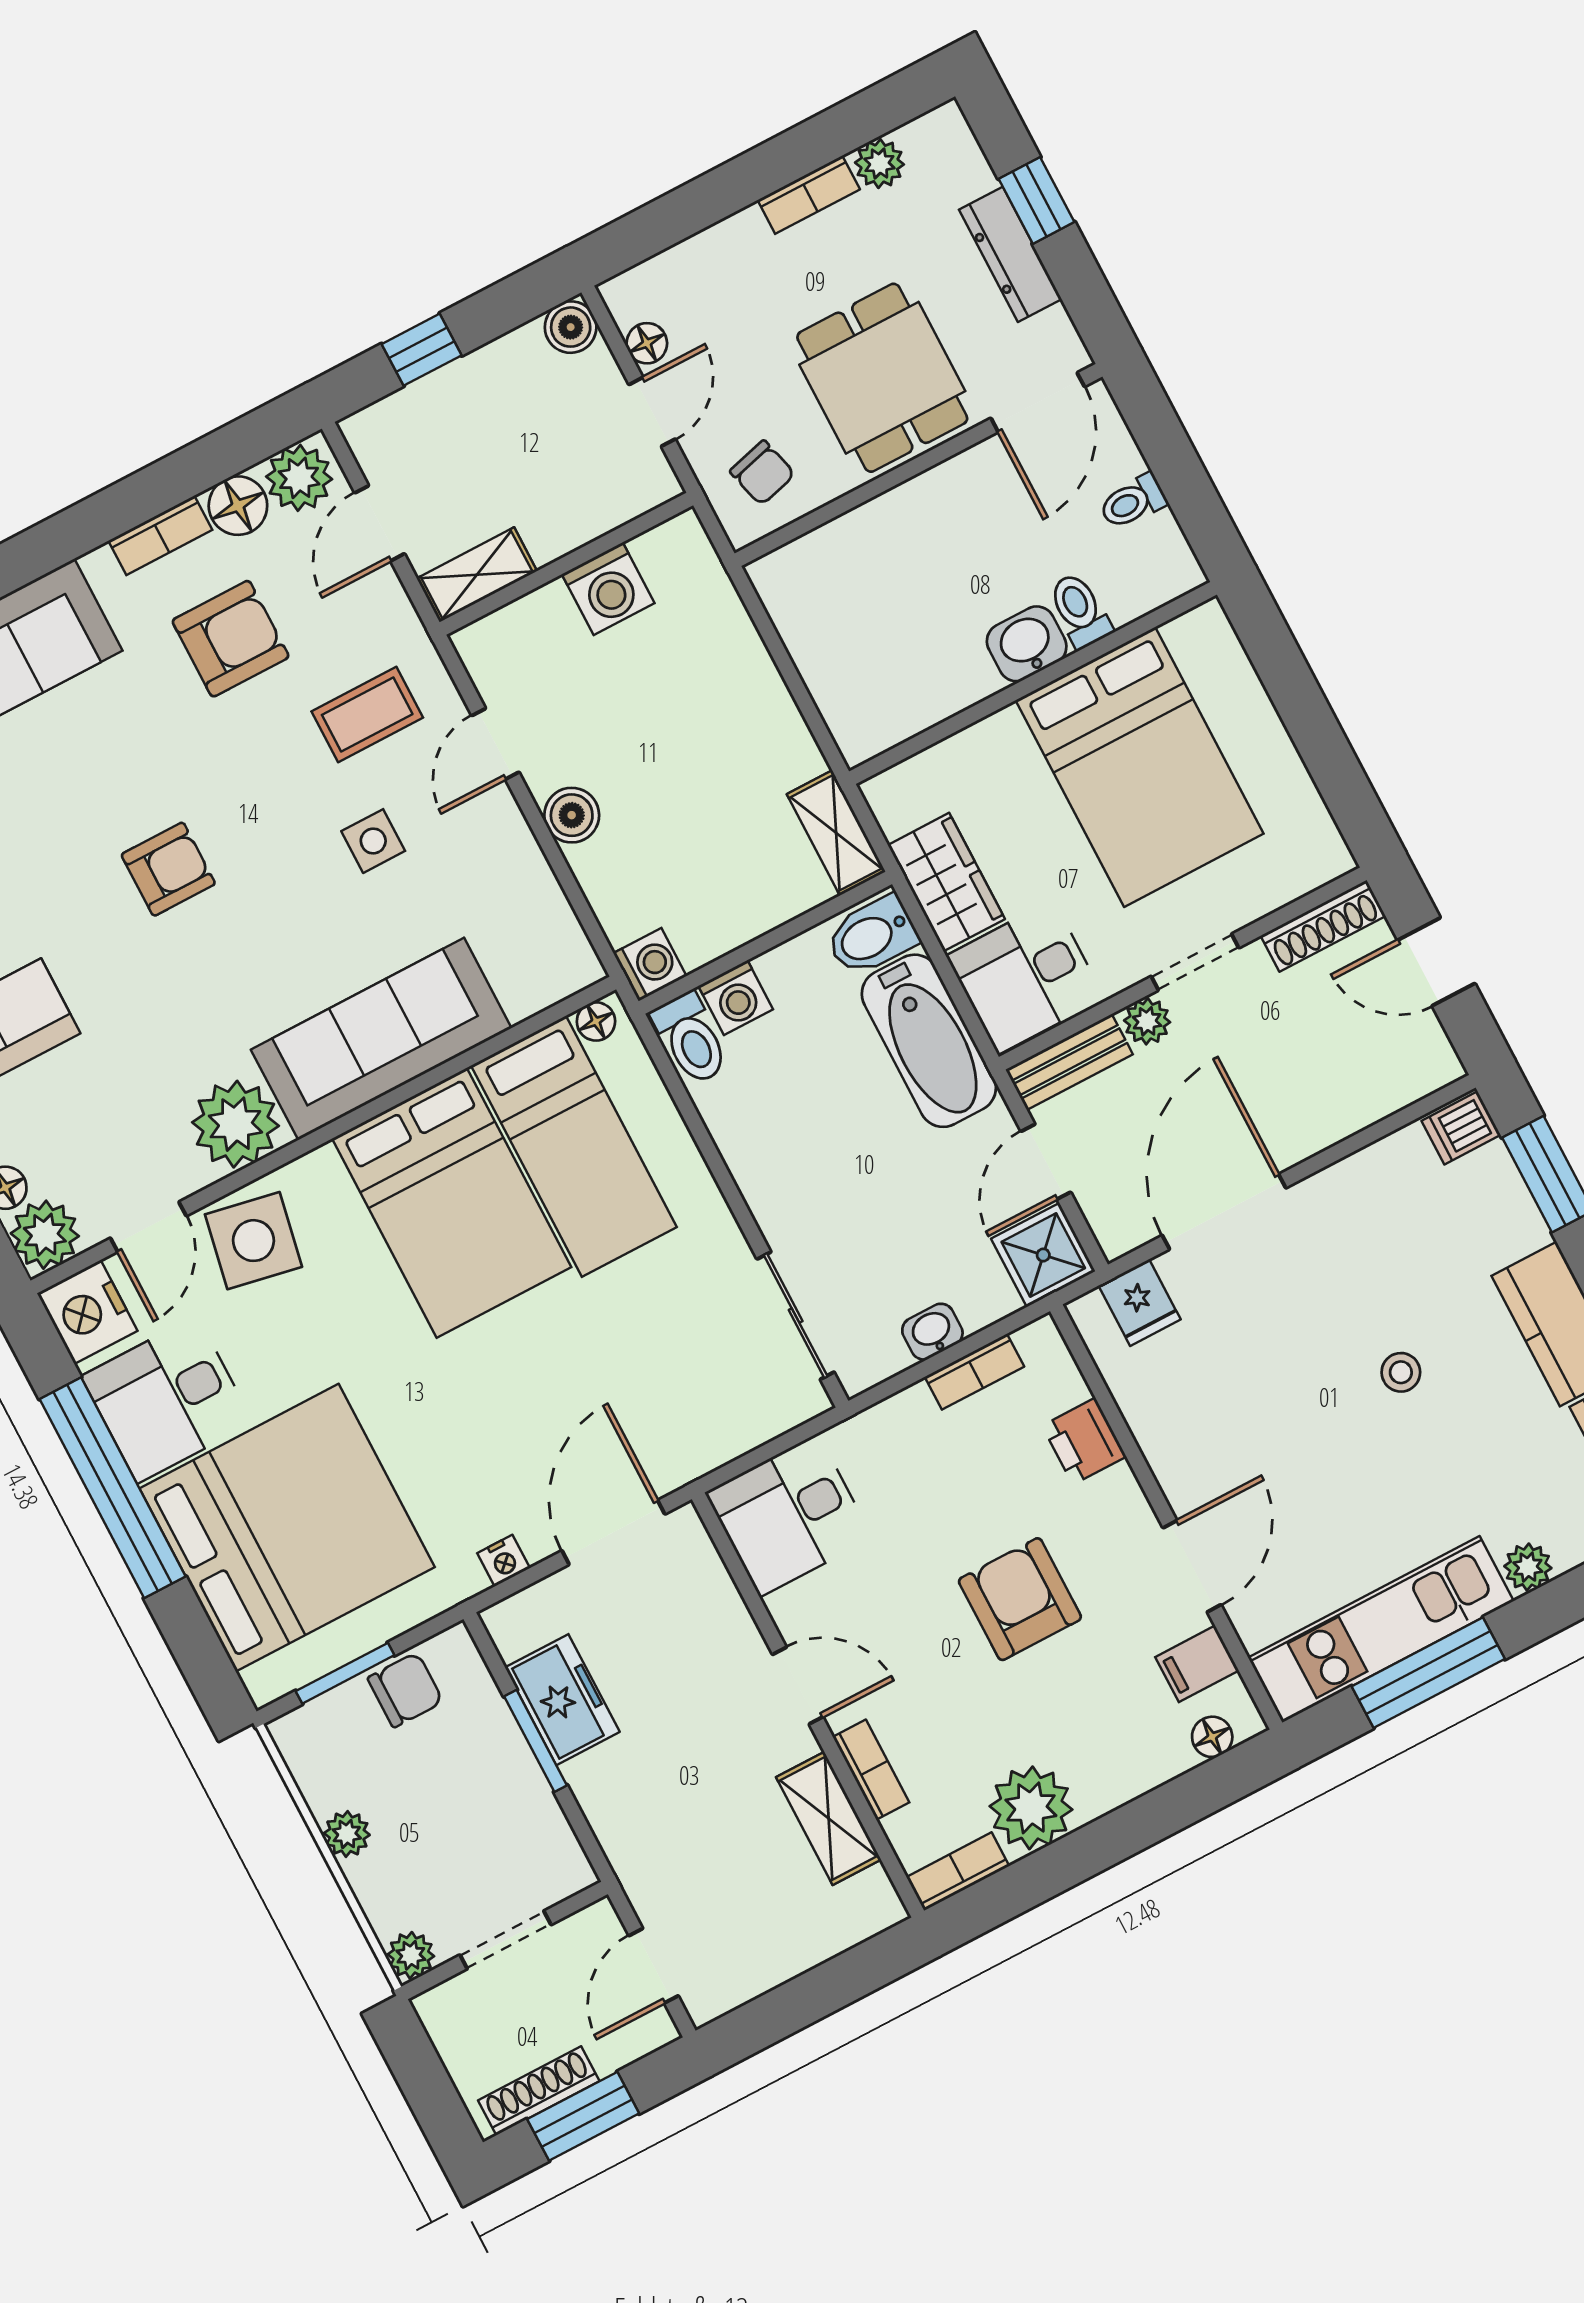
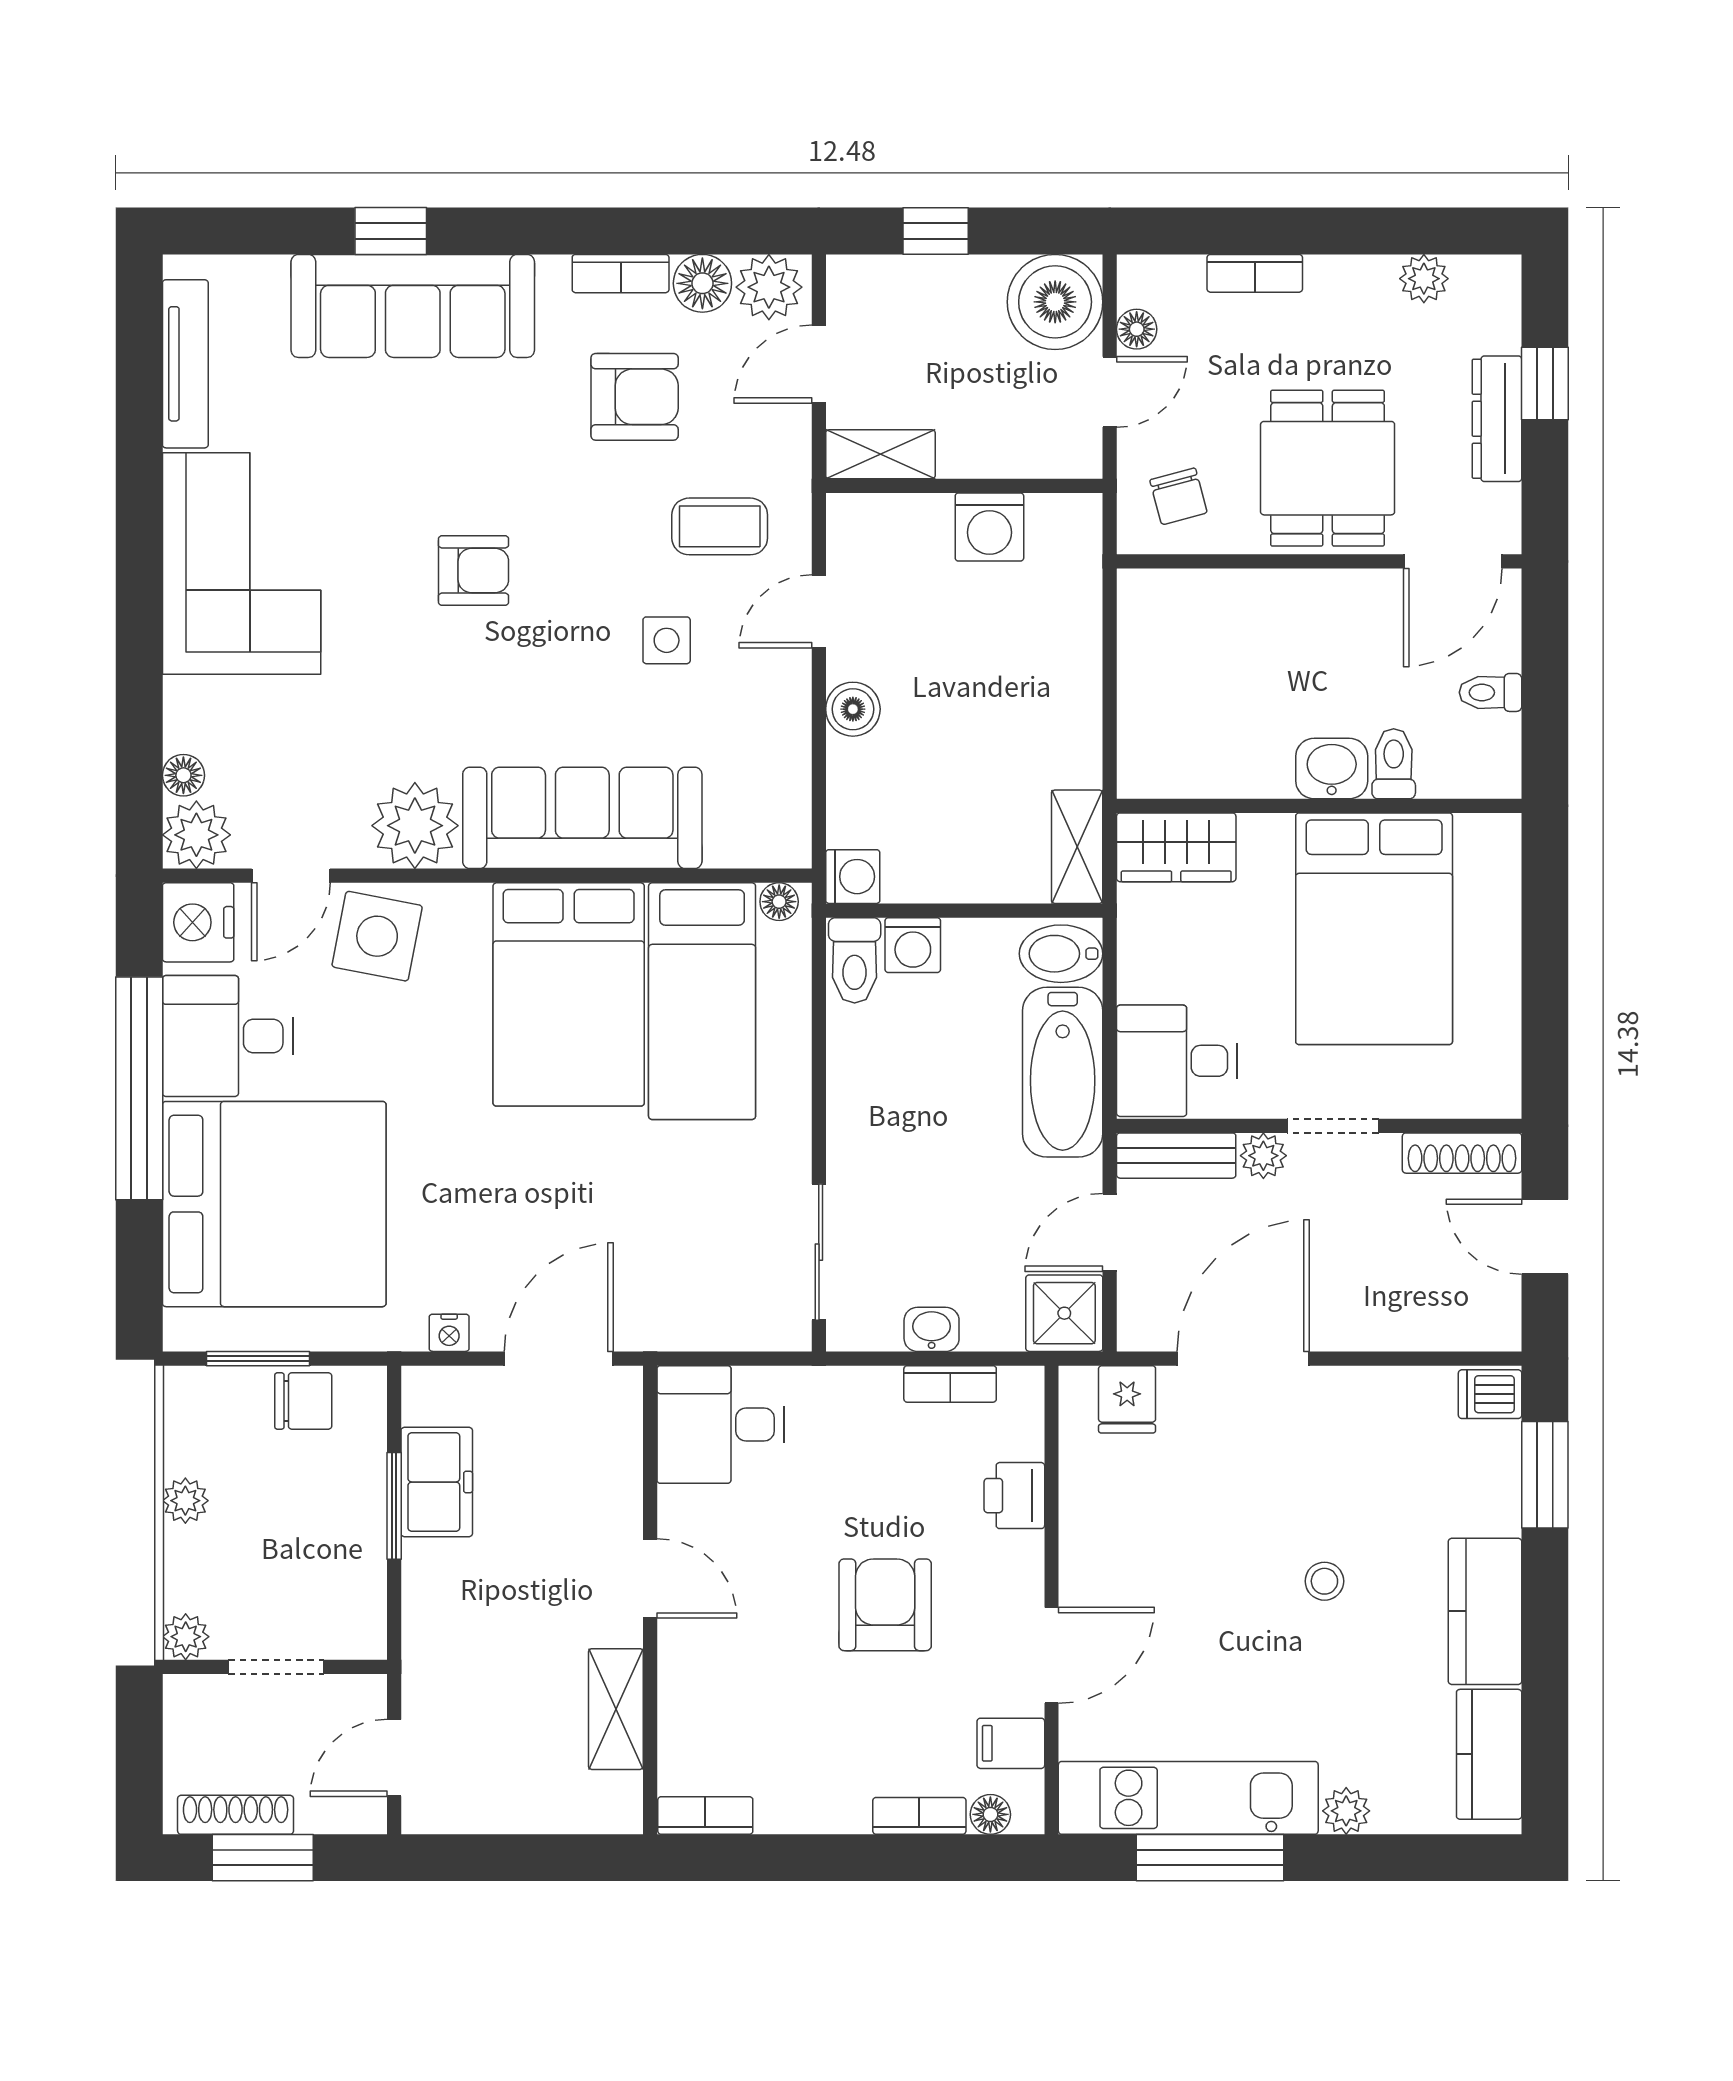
bookcase: (809, 195) -> (1255, 273), moved
boiler: (571, 327) -> (1055, 302), width x1.86, depth x1.86
wardrobe: (946, 882) -> (1176, 847), moved, turned 90
bookcase: (871, 1770) -> (919, 1816), moved, turned -90
plant: (1031, 1808) -> (798, 1793), removed

